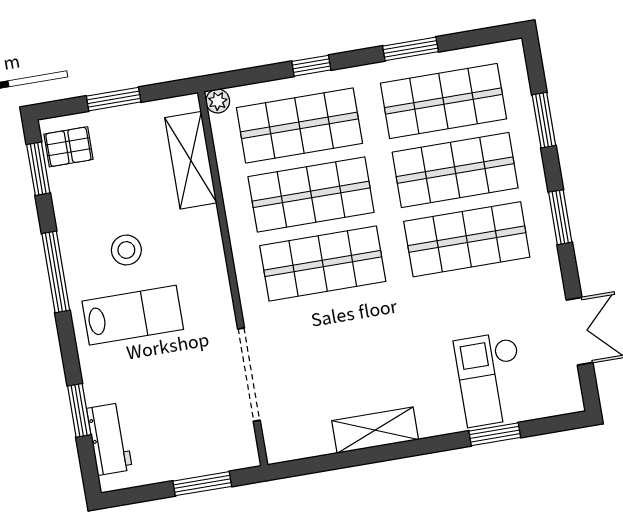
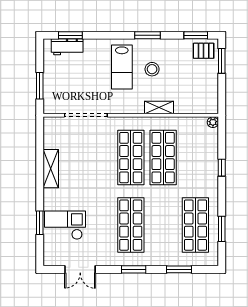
window: (411, 49) -> (222, 229), moved
window: (114, 99) -> (222, 61), moved
shop shelf: (299, 125) -> (195, 158), removed
pallet: (68, 147) -> (204, 51), turned 90
shelving: (191, 160) -> (159, 108), moved, width x0.67, depth x0.75
shop shelf: (455, 170) -> (163, 225), removed
window: (56, 272) -> (148, 35), width x0.69
window: (79, 410) -> (70, 35), moved

